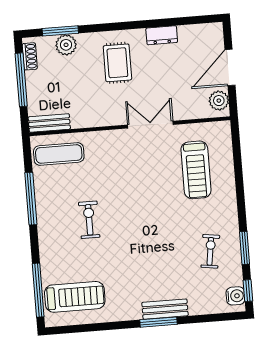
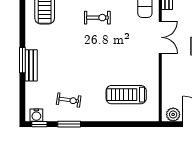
double door: (150, 125) -> (160, 37), moved

